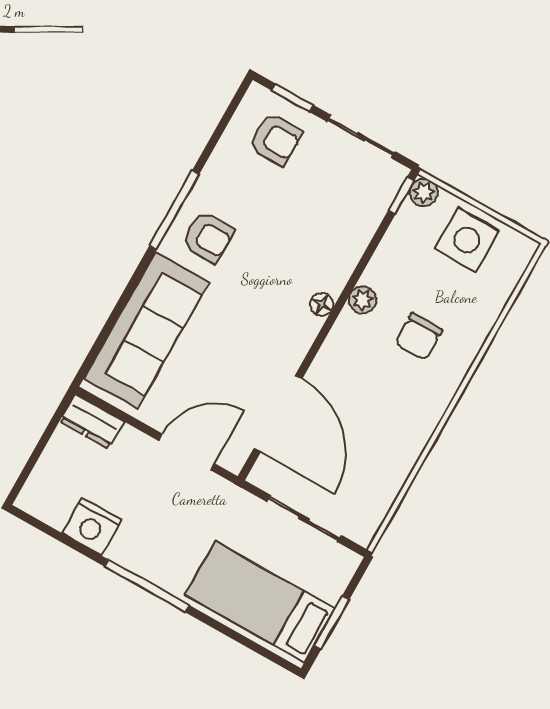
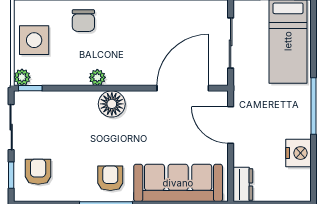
floor lamp: (322, 304) -> (112, 104), width x1.89, depth x1.89
chair: (419, 337) -> (83, 21), moved, turned 90

